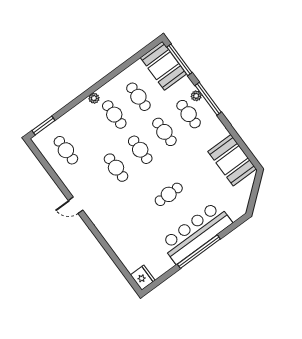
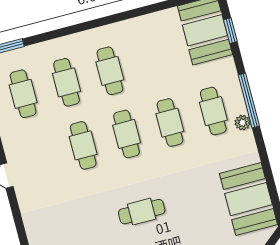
window: (179, 60) -> (230, 31), width x0.46
plant: (196, 96) -> (242, 123), moved
cafe table: (138, 97) -> (66, 82), moved
plant: (94, 98) -> (91, 37), removed

